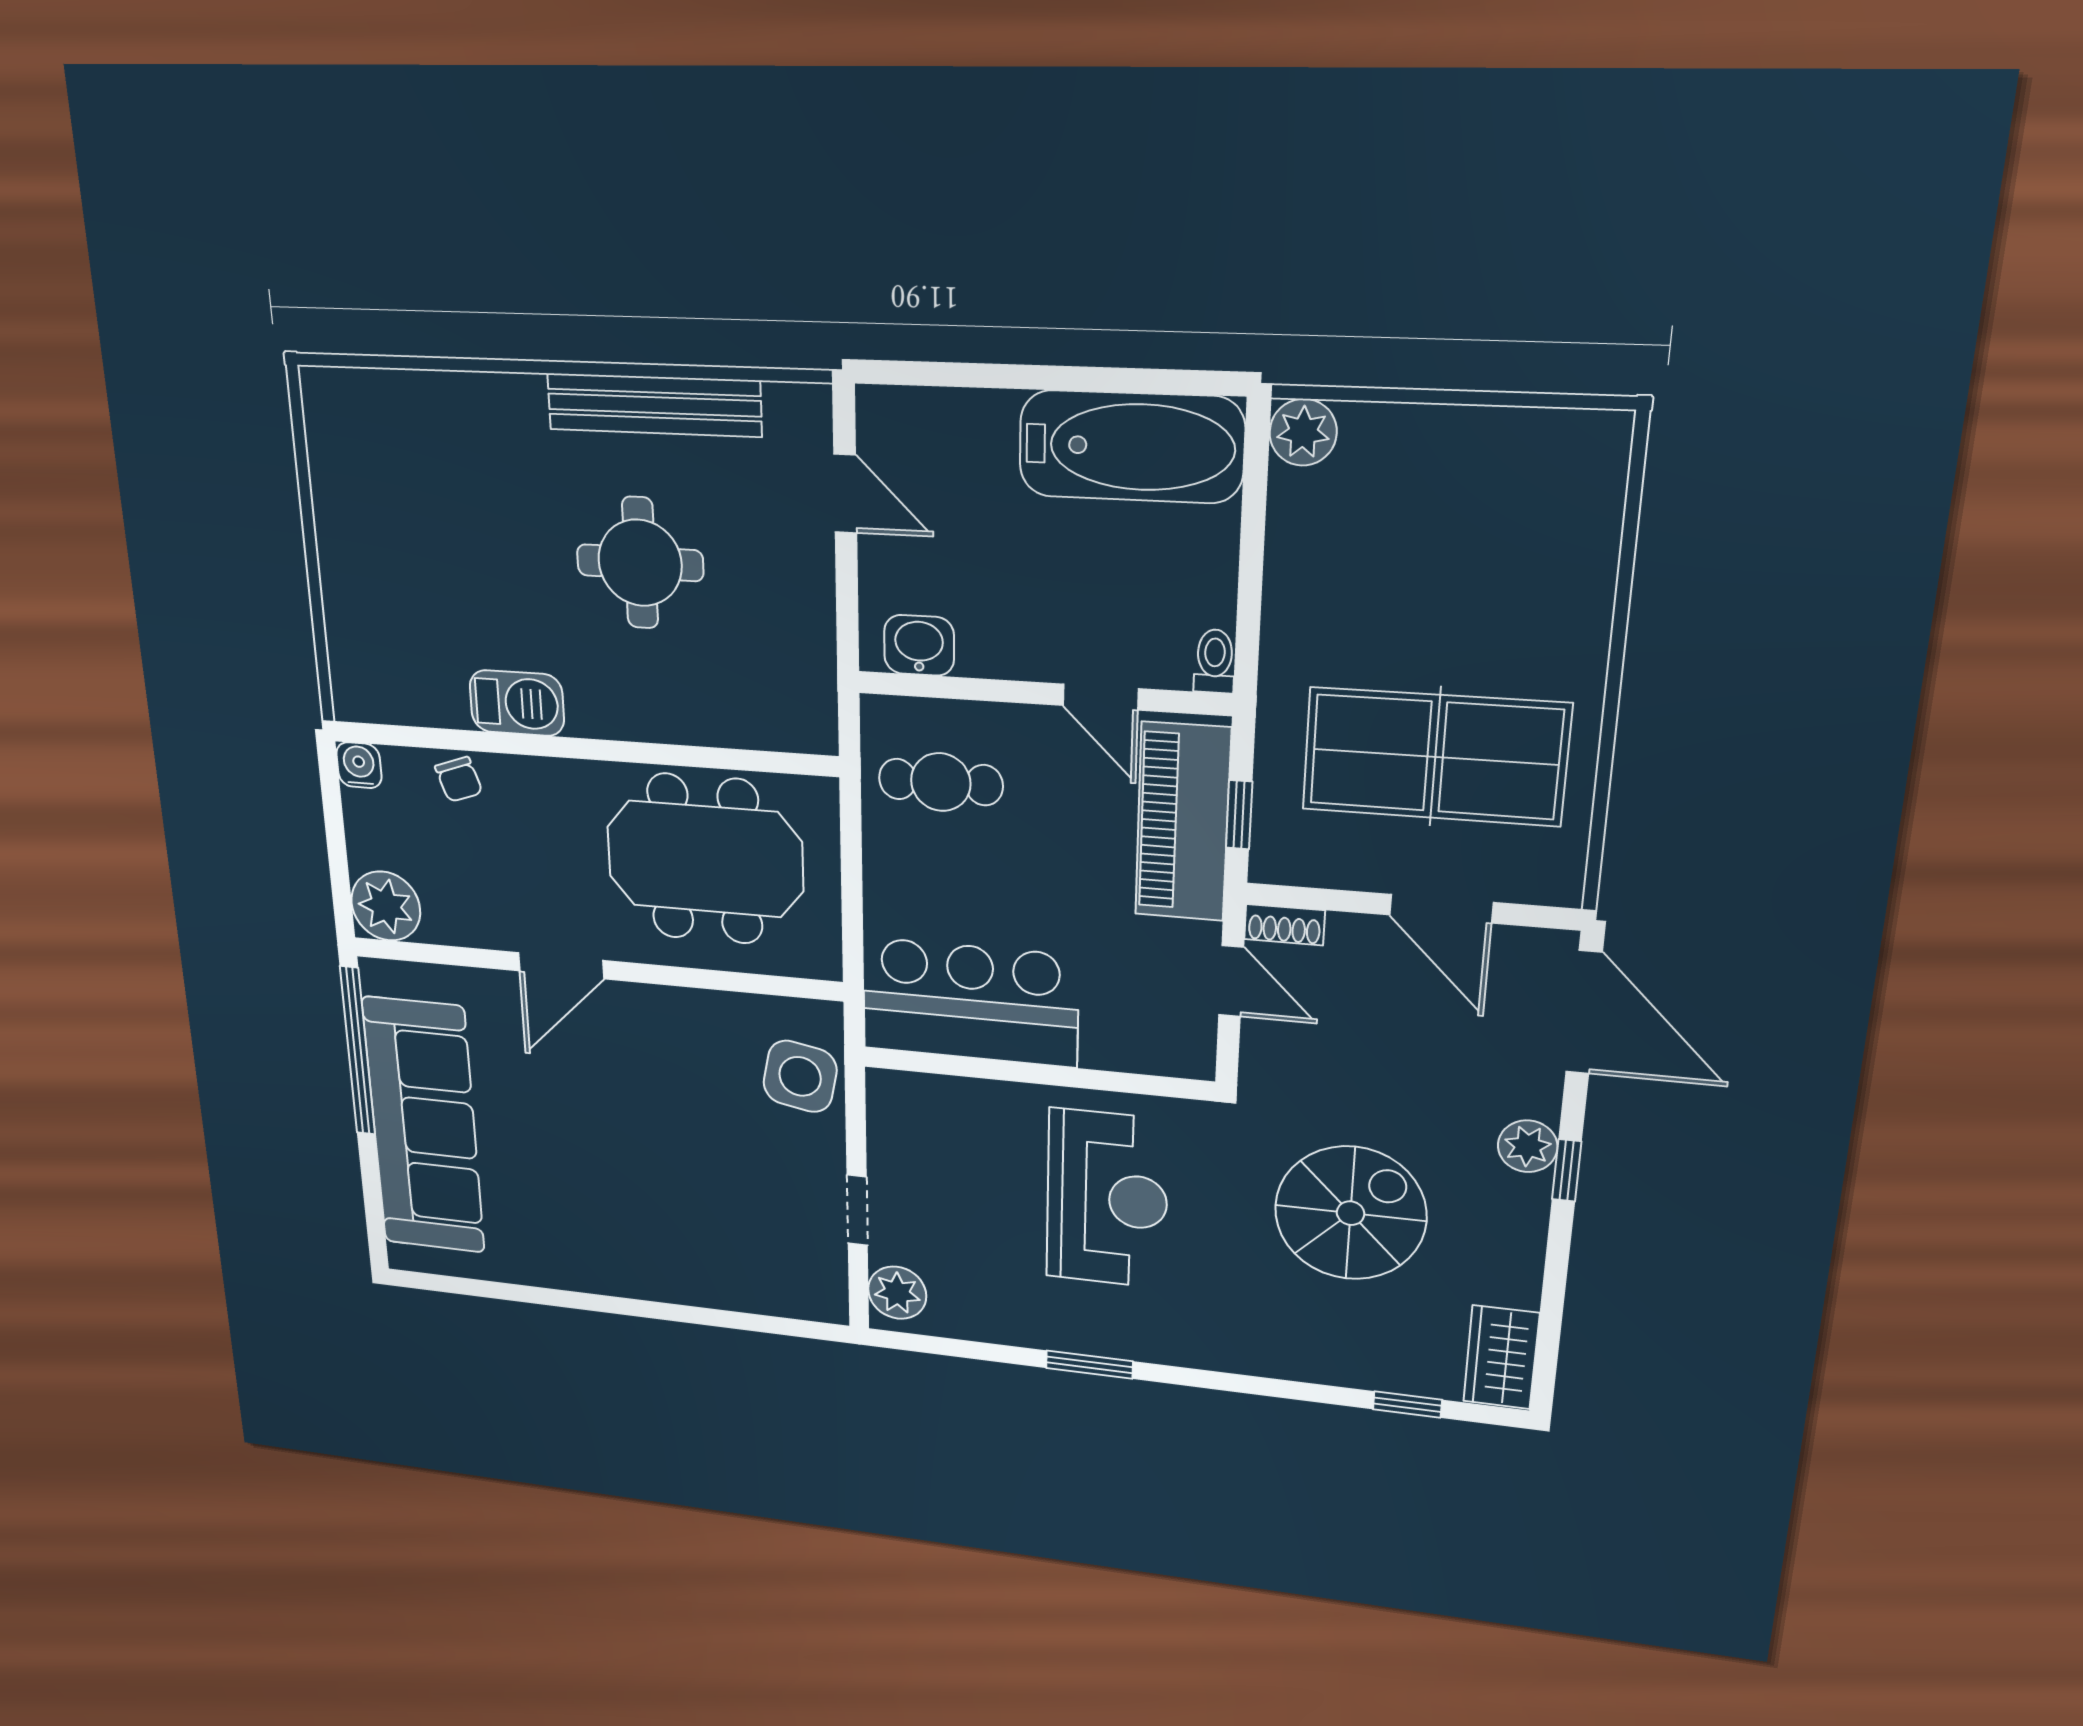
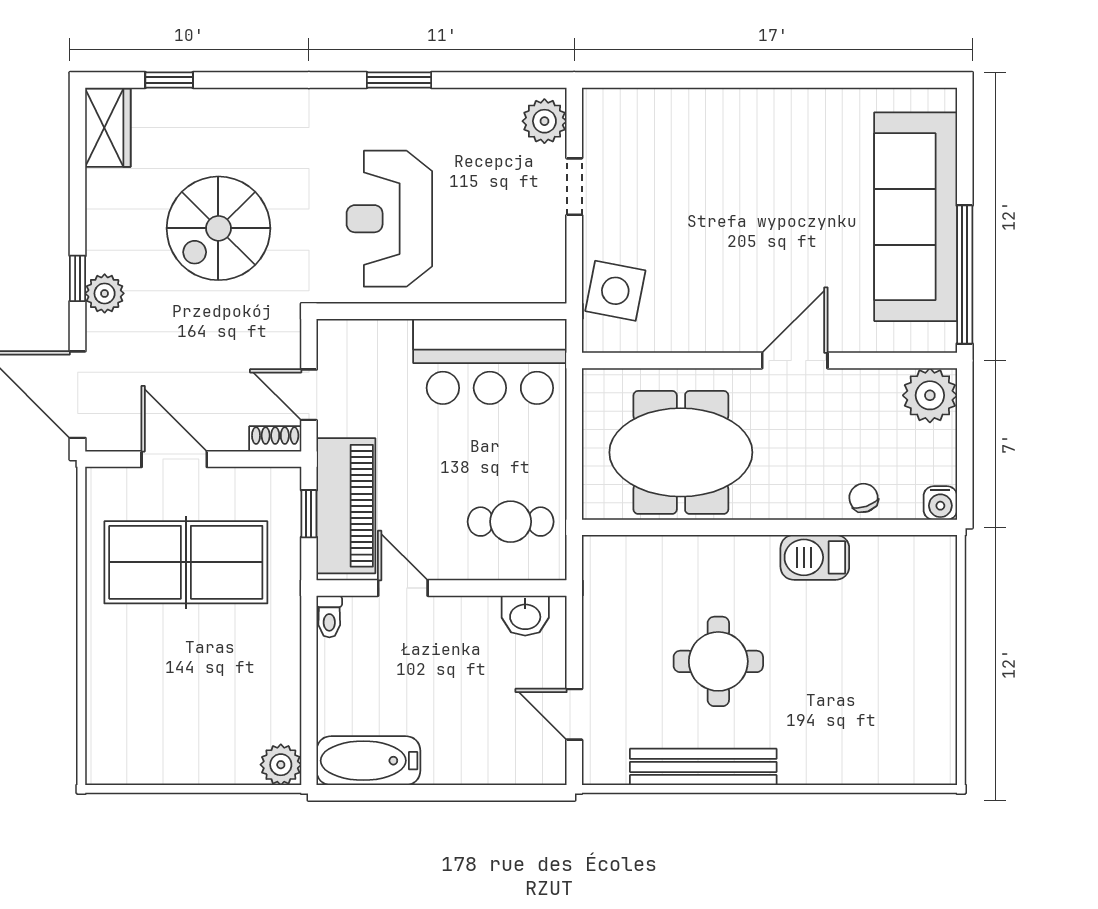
bathtub: (1131, 447) -> (368, 761), width x0.73, depth x0.73

